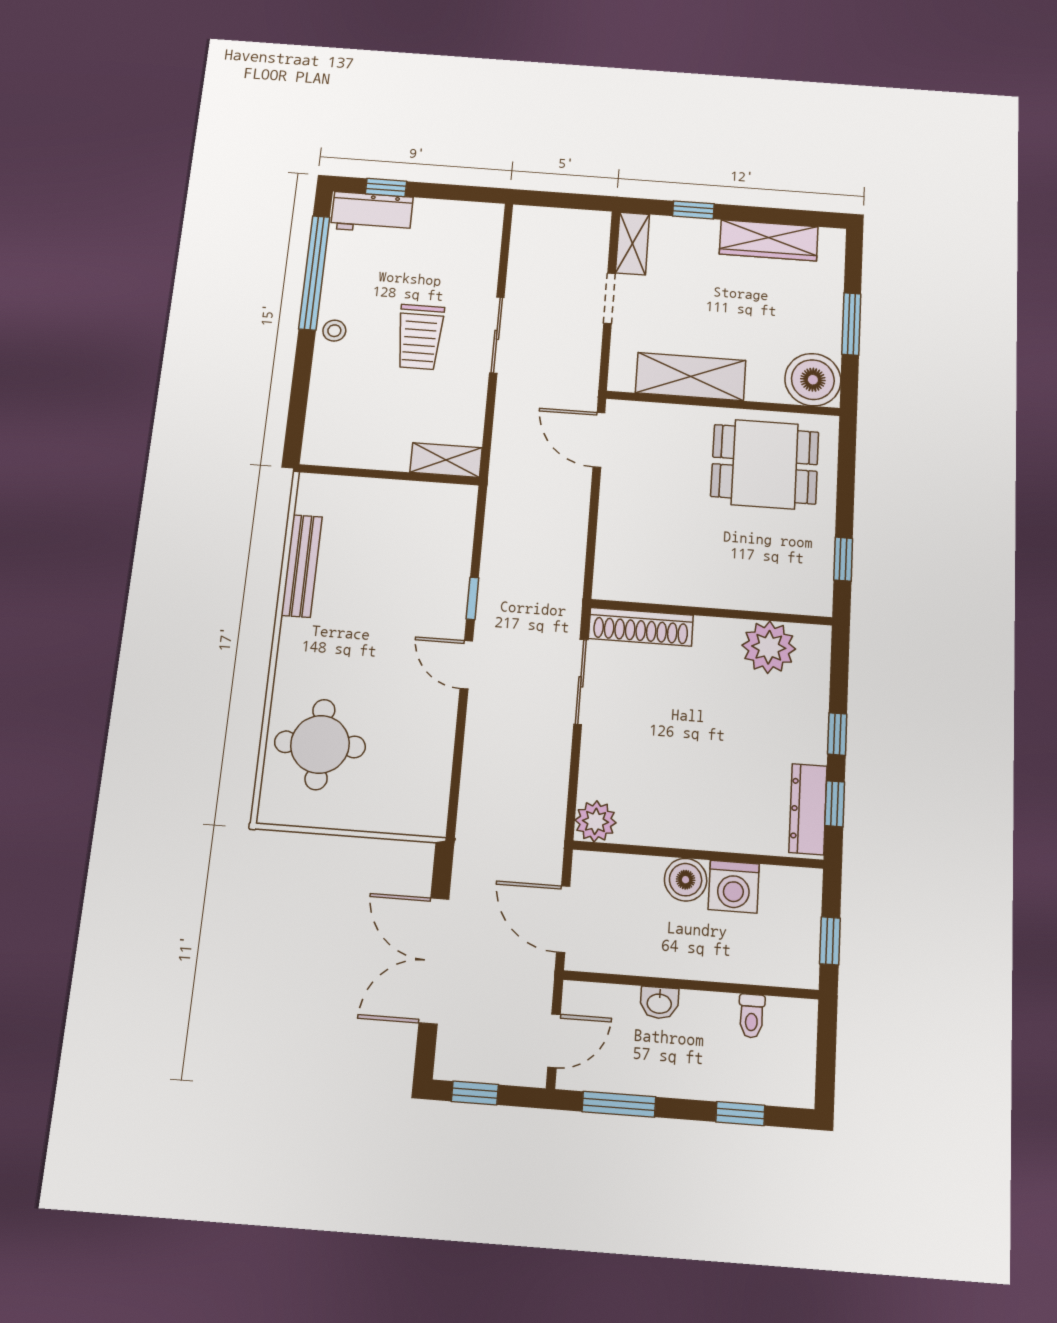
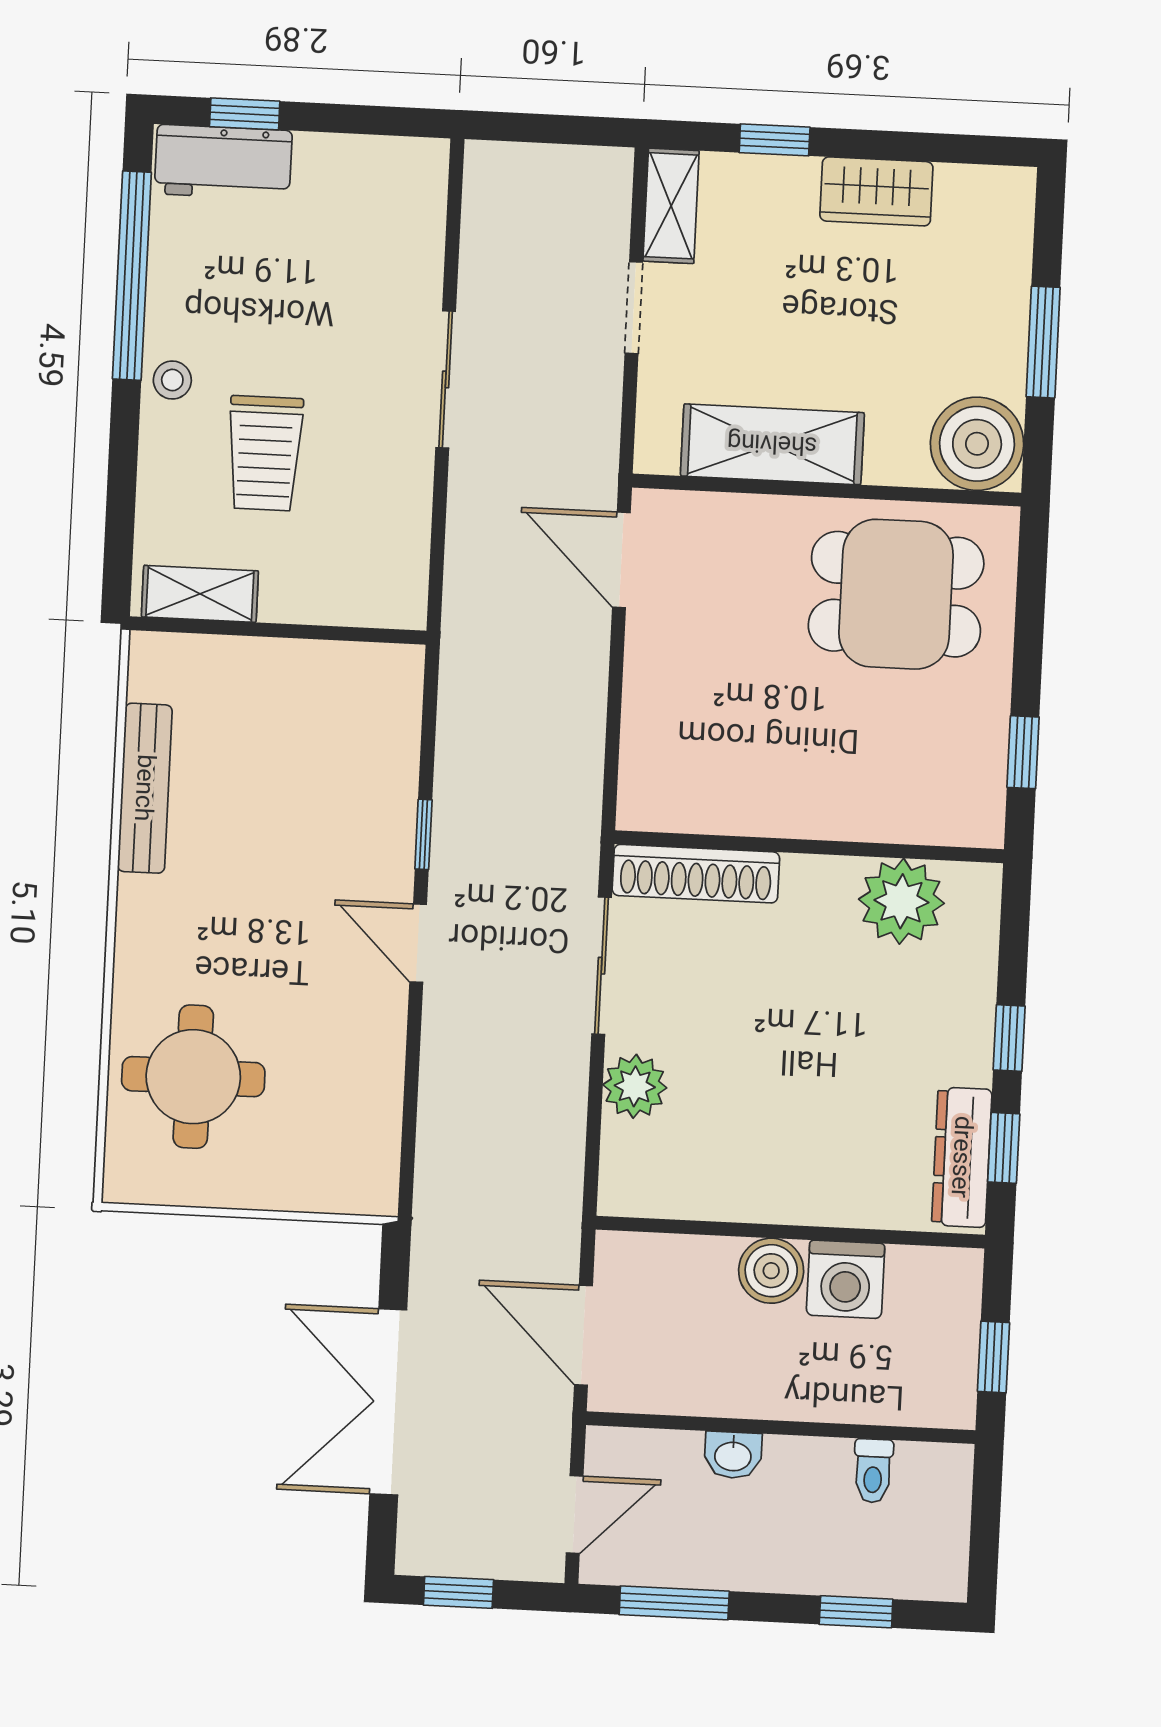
wardrobe: (769, 240) -> (876, 191), width x0.67
trolley: (420, 337) -> (265, 453), moved
shelving: (446, 460) -> (200, 594), moved
plant: (596, 821) -> (635, 1086), moved

